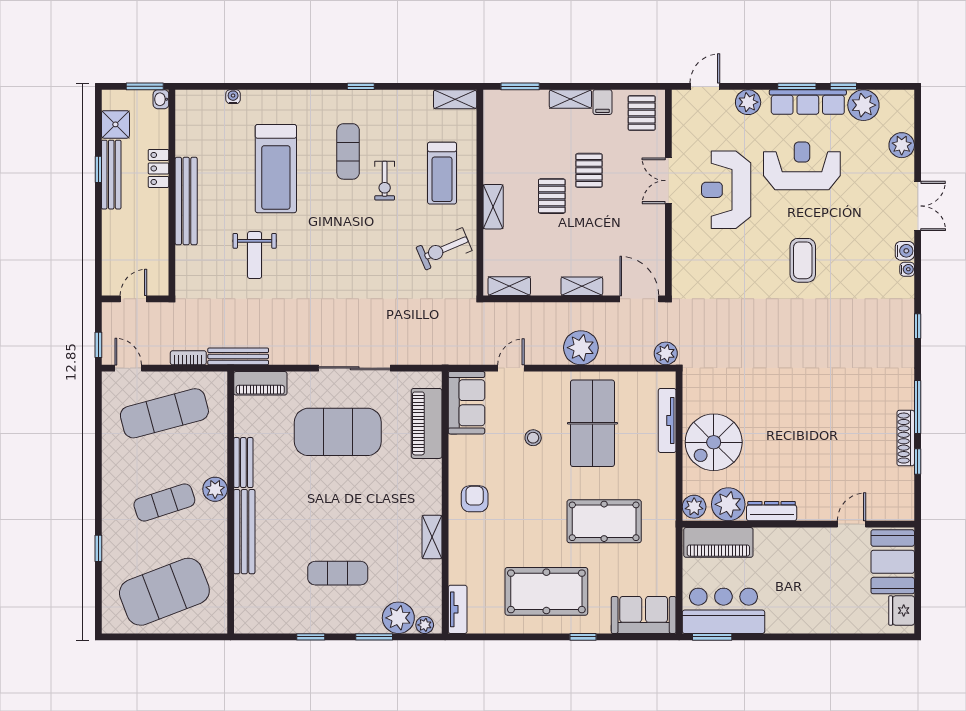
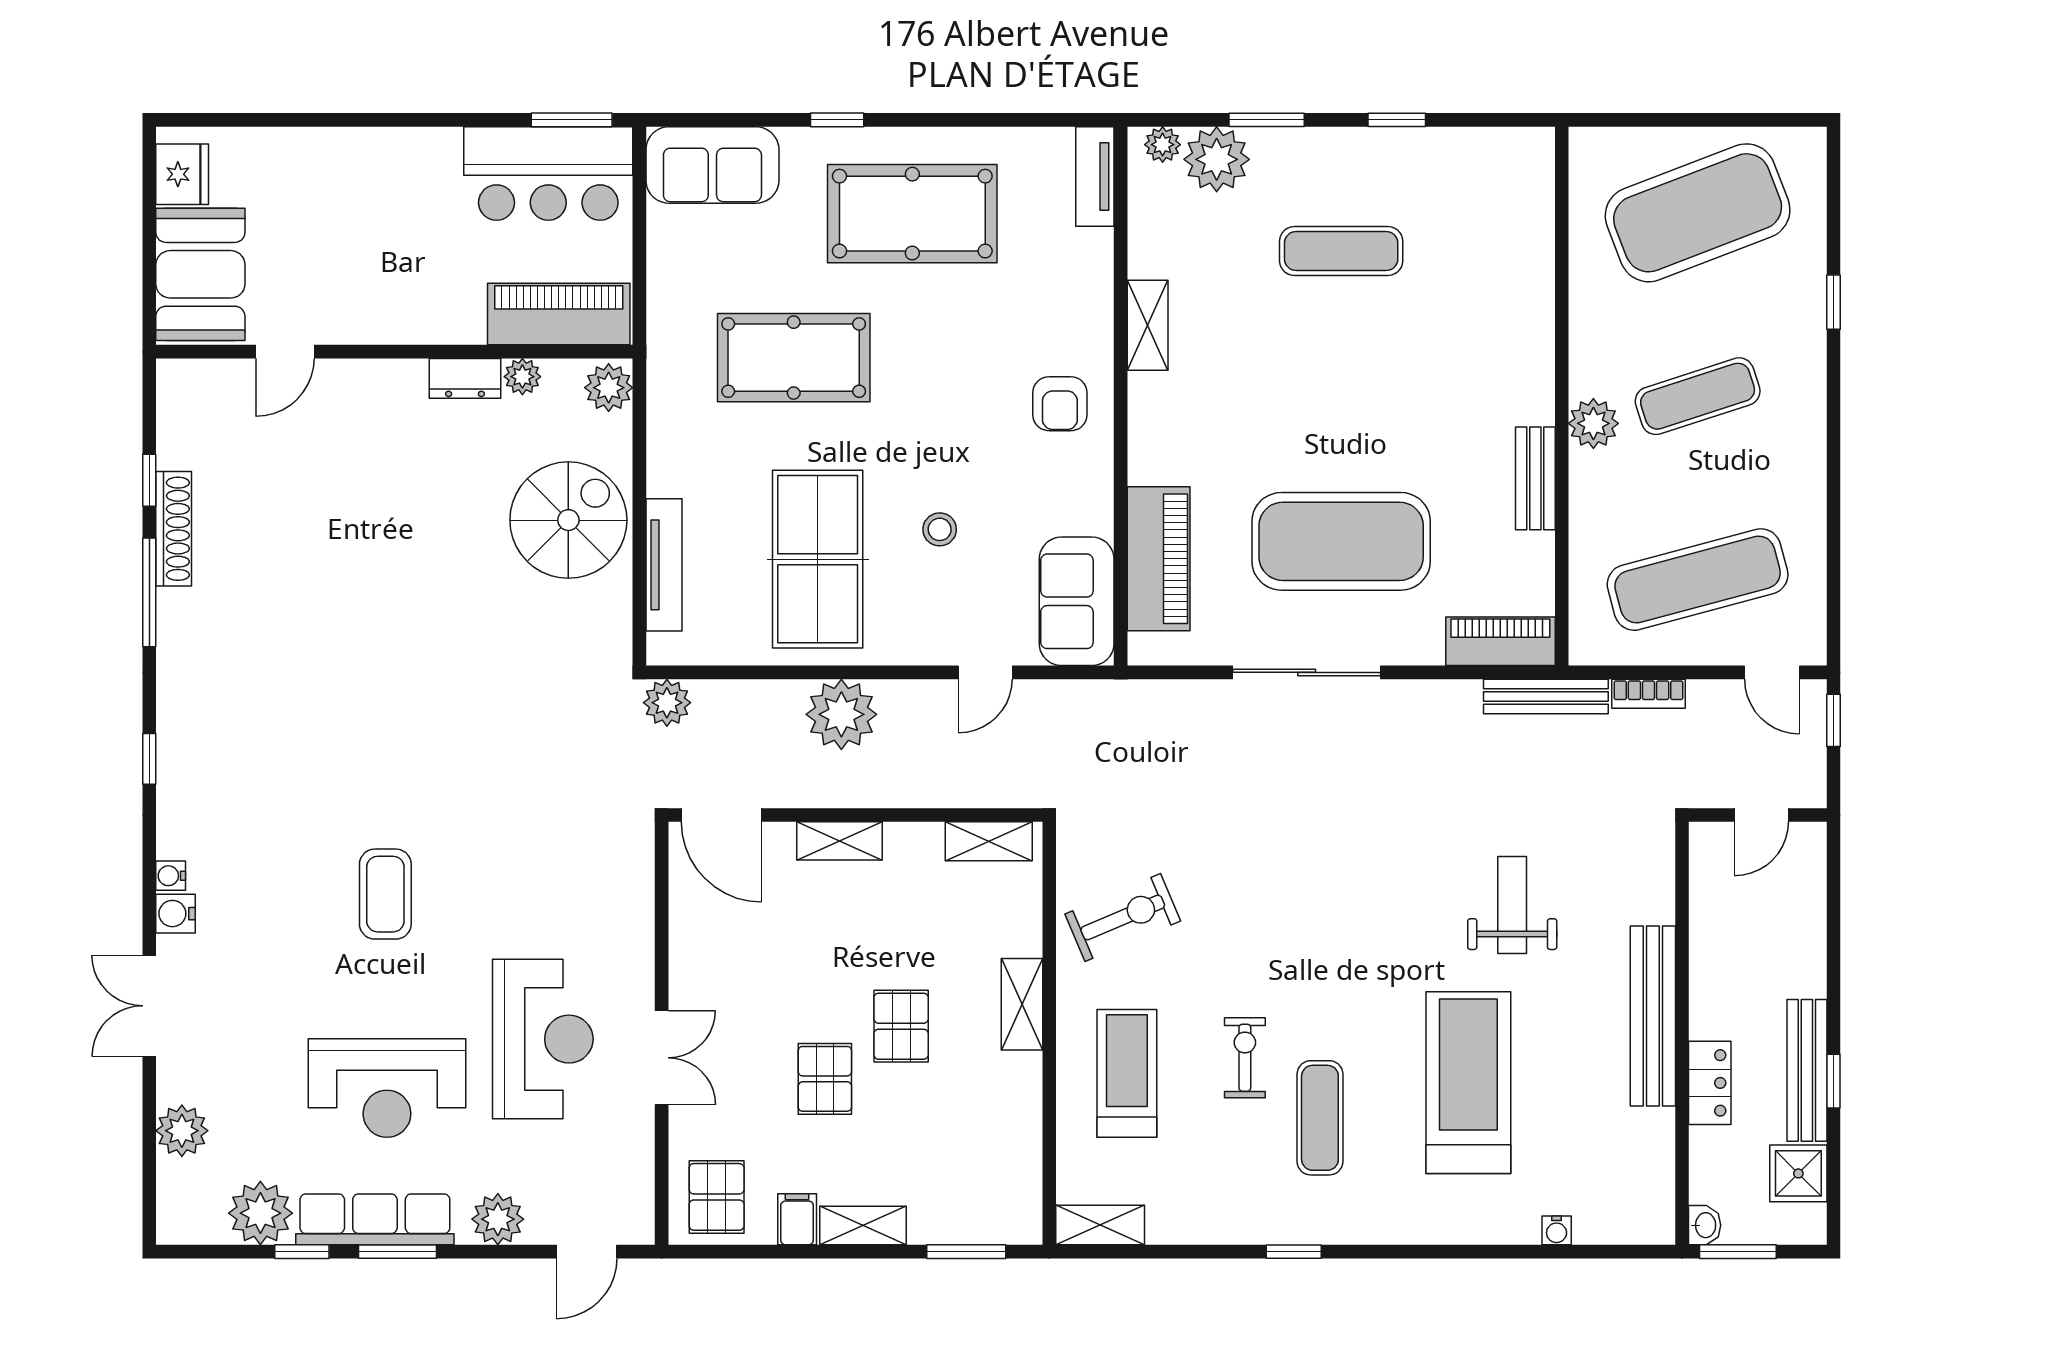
plant: (728, 504) -> (522, 377), width x0.53, depth x0.53
dresser: (772, 511) -> (465, 378), width x0.70
bench: (244, 532) -> (1533, 336), removed

